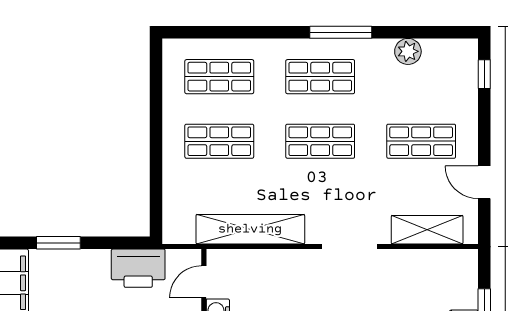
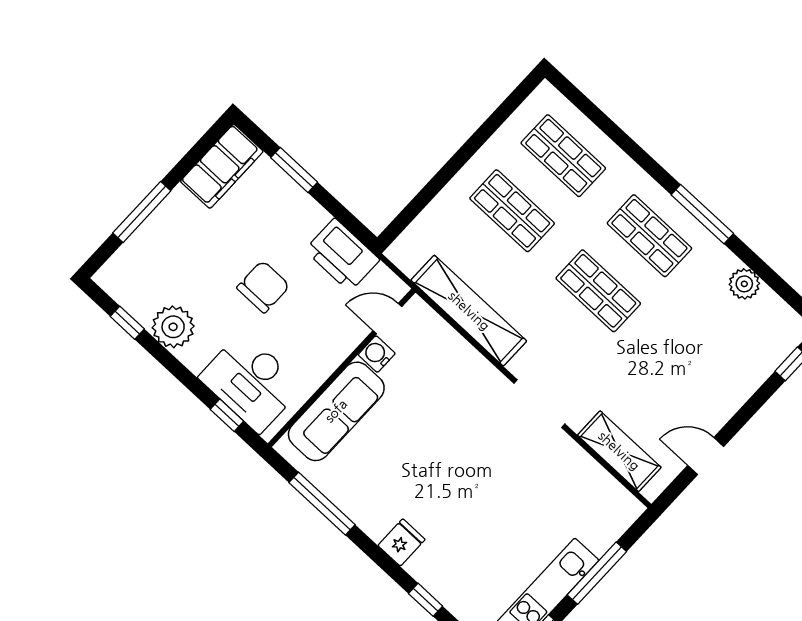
shop shelf: (421, 141) -> (684, 371), removed
door: (484, 182) -> (706, 456), hinge flipped

